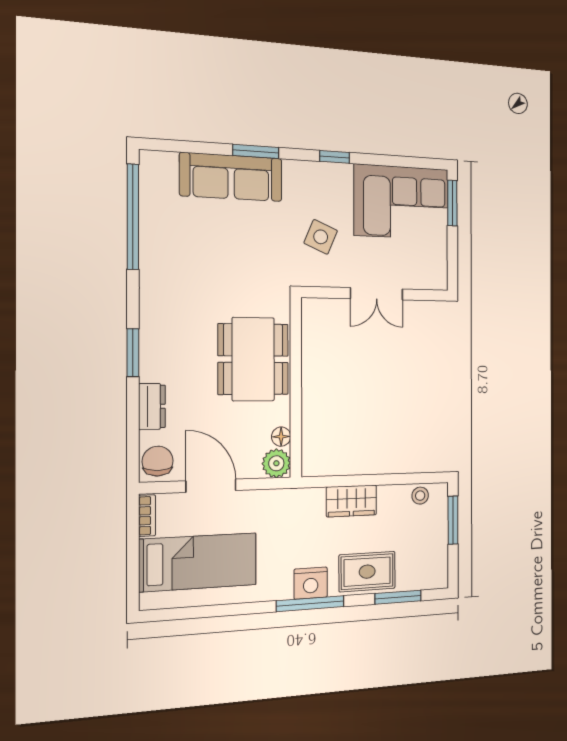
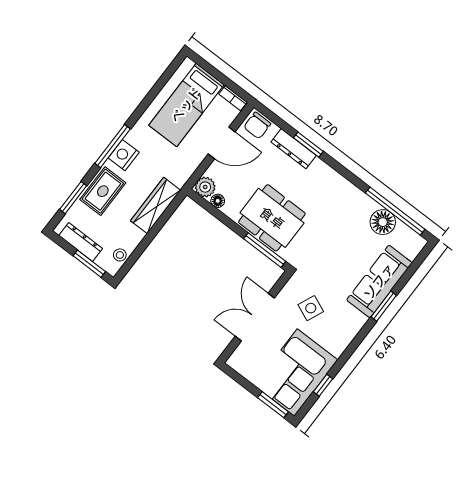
window: (335, 157) -> (323, 385), moved
floor lamp: (158, 223) -> (383, 222), added
double door: (377, 294) -> (255, 317), width x1.37
window: (296, 339) -> (265, 250), added
window: (133, 353) -> (308, 145), moved
dresser: (152, 406) -> (294, 149), width x1.44
chair: (158, 461) -> (257, 125), turned 90
wardrobe: (351, 501) -> (156, 206), width x1.50
dresser: (438, 549) -> (81, 242), added

